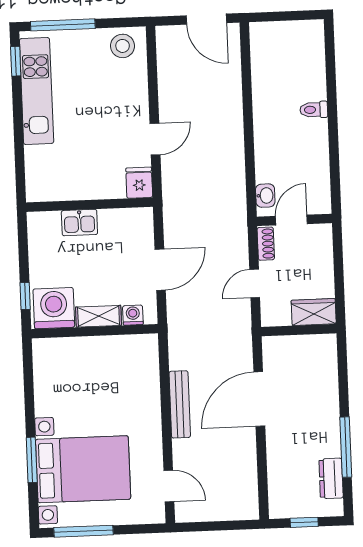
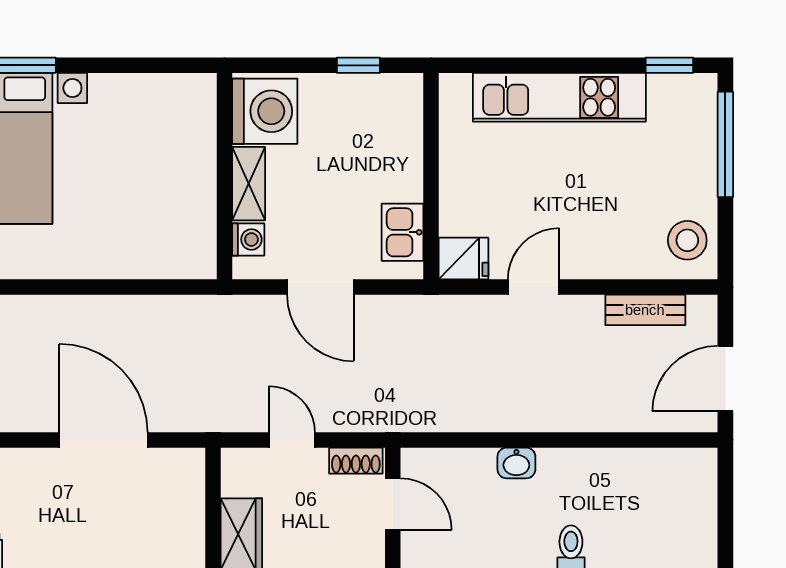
kitchen unit: (37, 91) -> (559, 97), moved
door: (155, 139) -> (533, 287), swing flipped
washbasin: (265, 196) -> (516, 463), moved
kitchen sink: (79, 223) -> (403, 232), moved
window: (25, 296) -> (358, 65), moved
bench: (180, 404) -> (645, 310), moved, width x0.73

